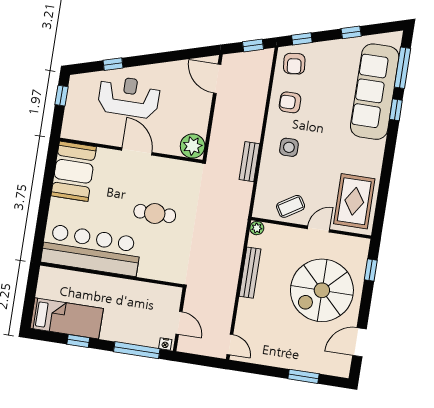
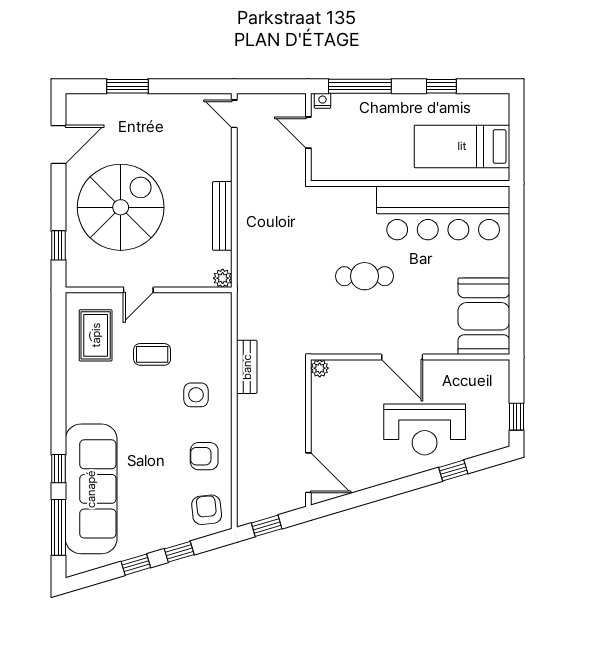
window: (302, 39) -> (179, 552), moved
armchair: (290, 102) -> (204, 456), turned 180
plant: (193, 146) -> (320, 368), width x0.53, depth x0.53
rug: (354, 201) -> (96, 335), width x0.73, depth x0.70
coffee table: (291, 206) -> (152, 354), moved, turned 32
bed: (67, 318) -> (462, 146), moved

